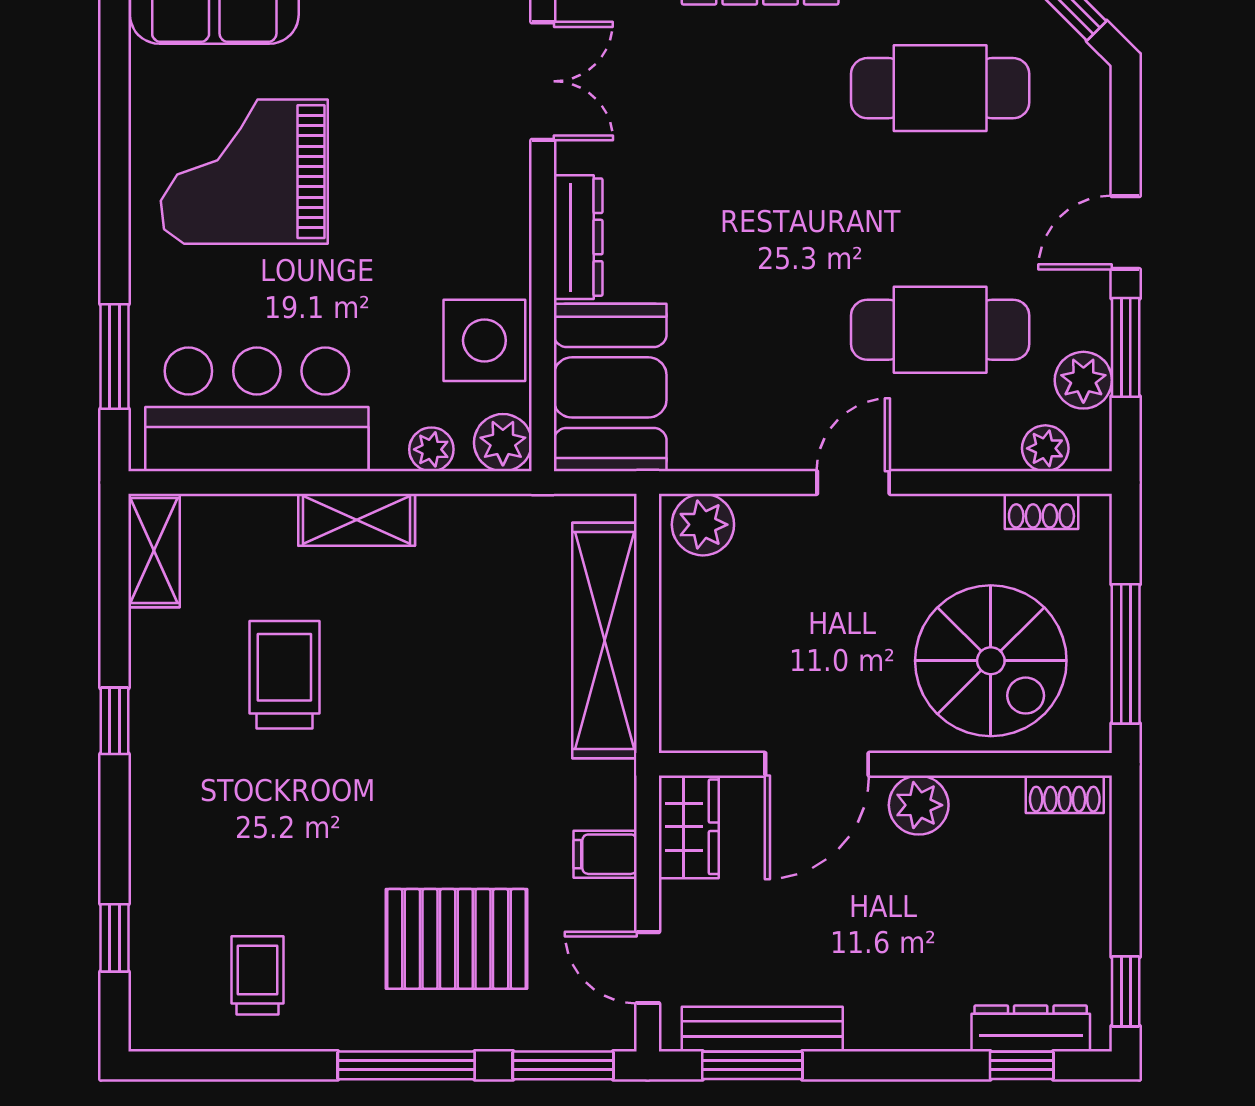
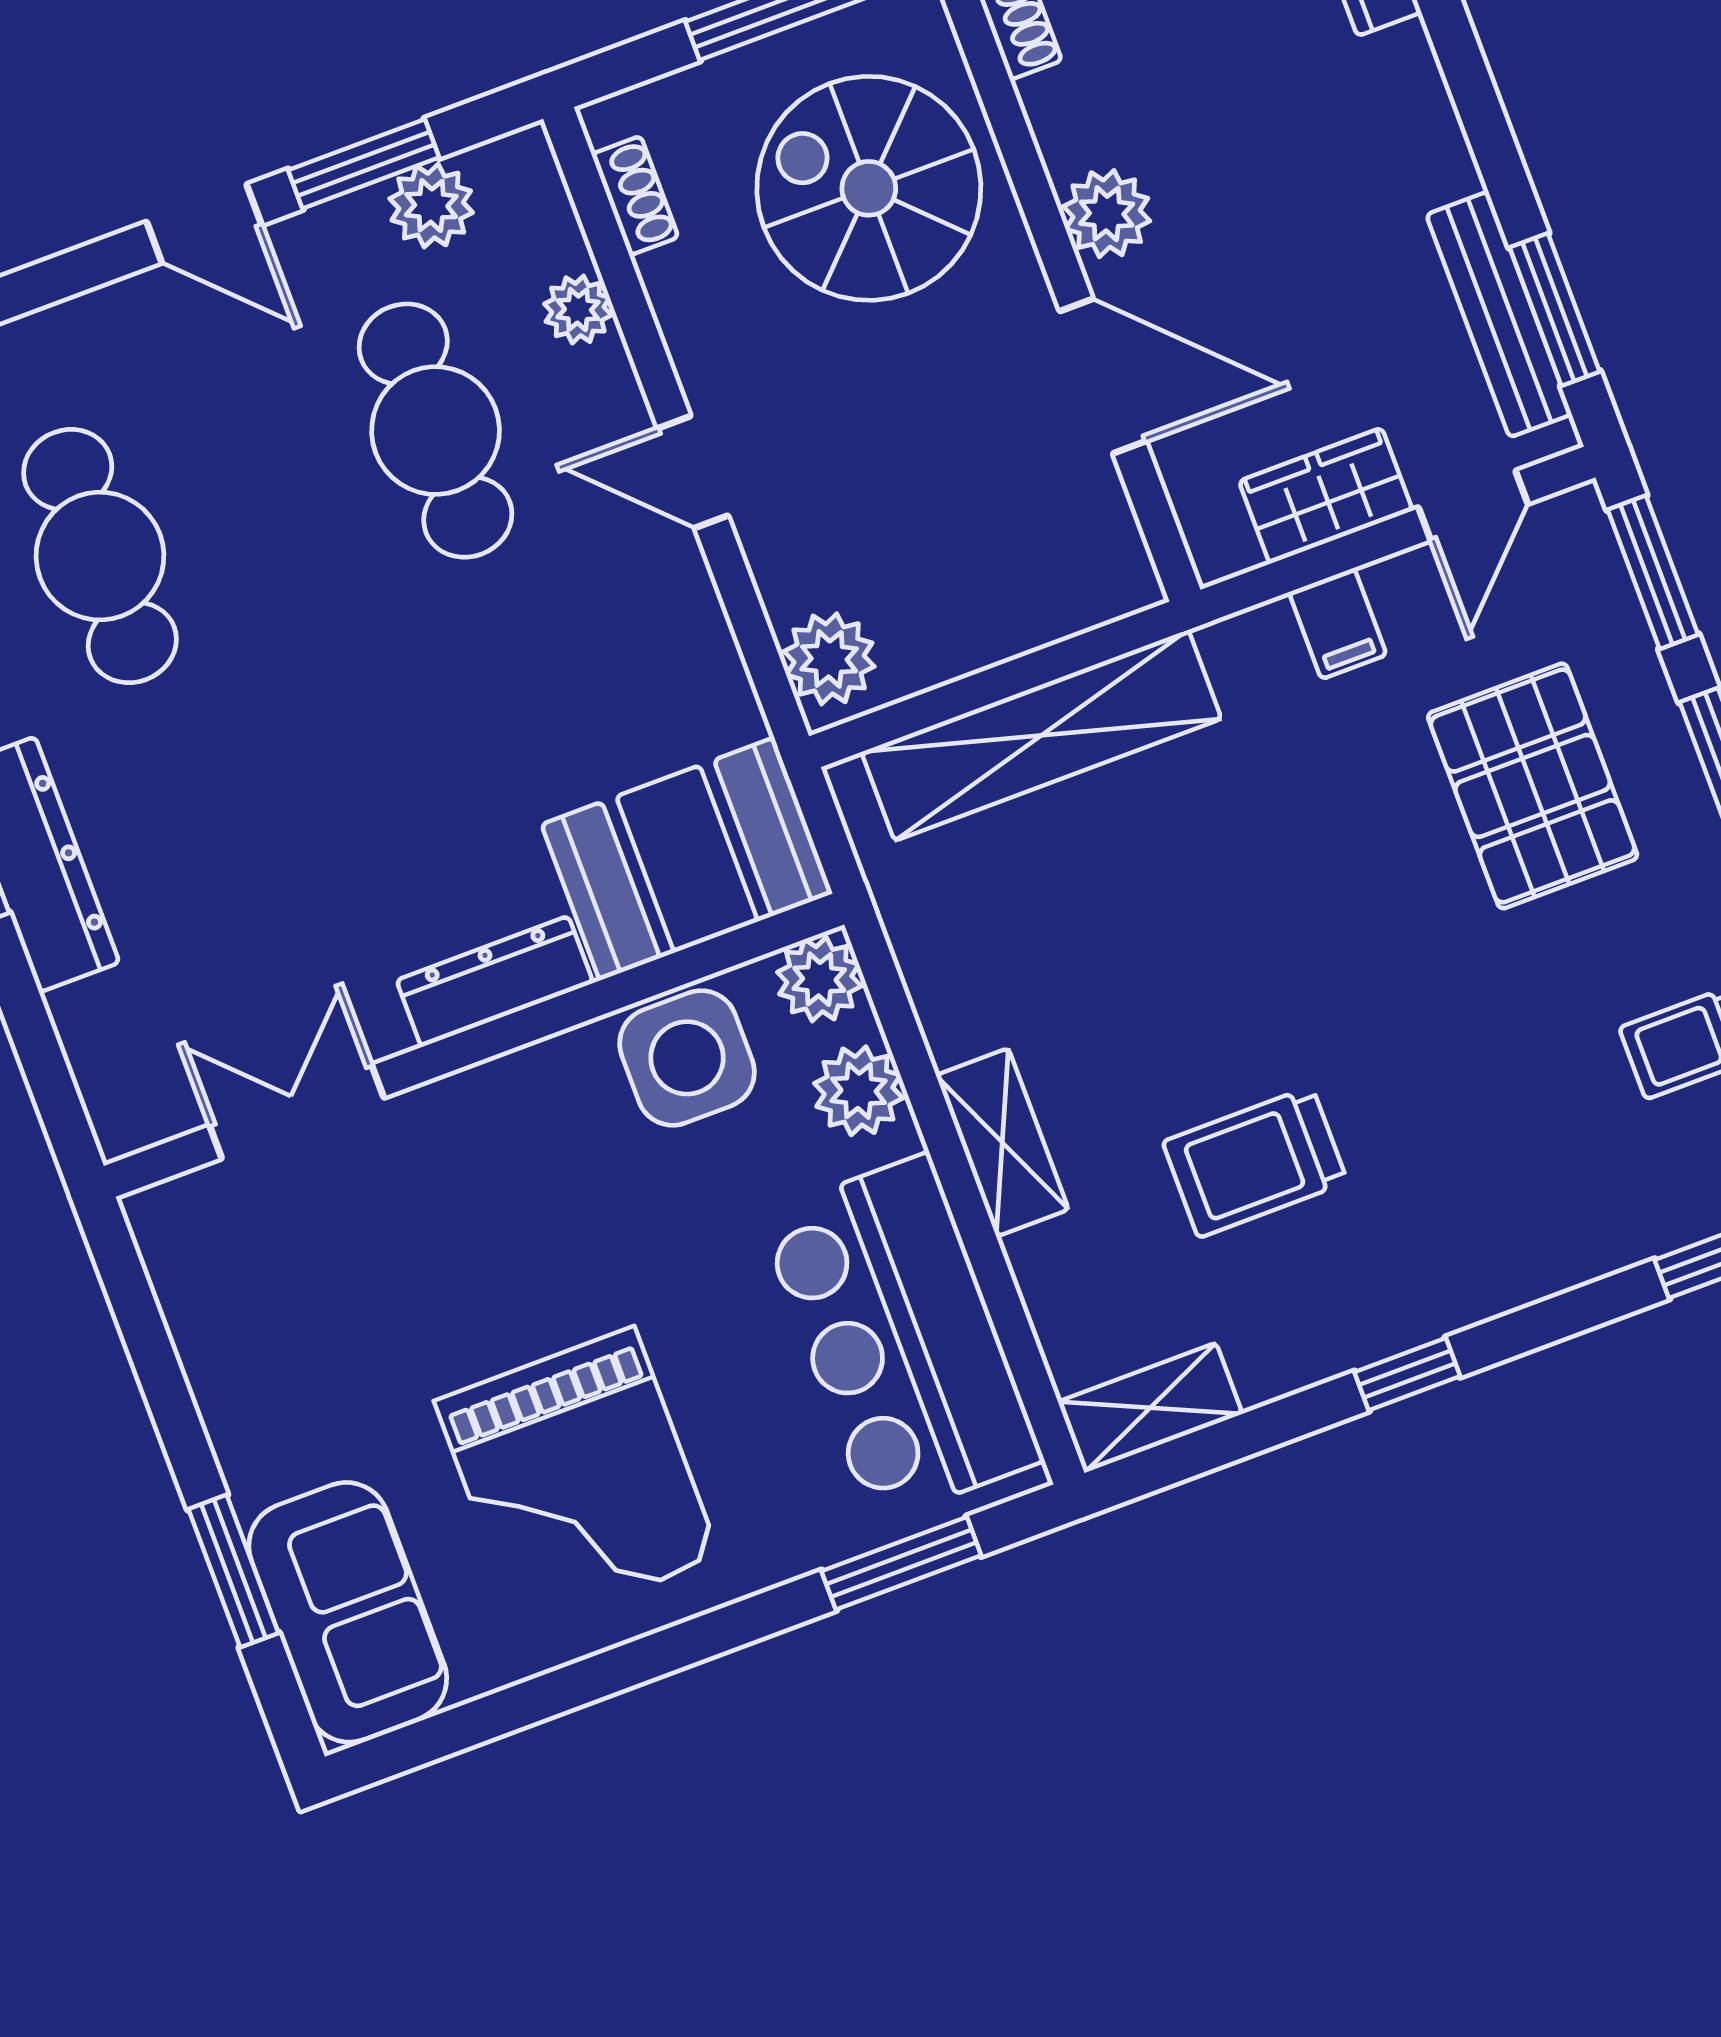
plant: (1045, 448) -> (578, 310), moved
plant: (431, 449) -> (859, 1091), width x1.38, depth x1.38
spiral stairs: (991, 661) -> (869, 188), turned -90
wardrobe: (689, 827) -> (1326, 496), moved

